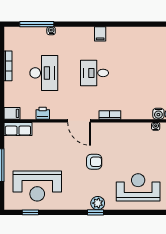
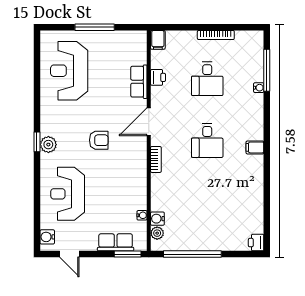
desk: (44, 73) -> (207, 79), width x0.73
desk: (95, 73) -> (207, 141), turned 180
row of seats: (18, 129) -> (139, 82), moved
armchair: (94, 162) -> (99, 140), turned -90
reception desk: (138, 187) -> (68, 194), turned 180
window: (30, 212) -> (37, 62), removed

